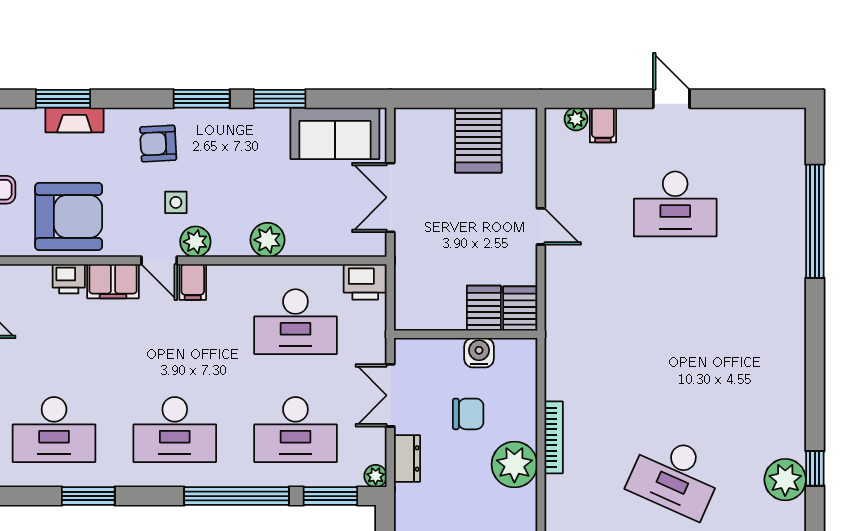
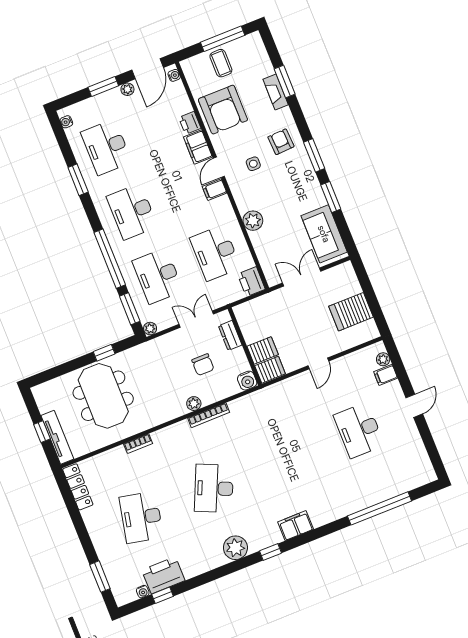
plant: (195, 242) -> (237, 183), removed
water cooler: (479, 353) -> (247, 381), moved, turned 90
filing cabinet: (788, 368) -> (296, 526), added
dresser: (407, 458) -> (230, 335), moved, turned 90
plant: (514, 464) -> (194, 404), width x0.53, depth x0.53
window: (815, 468) -> (270, 552), moved

